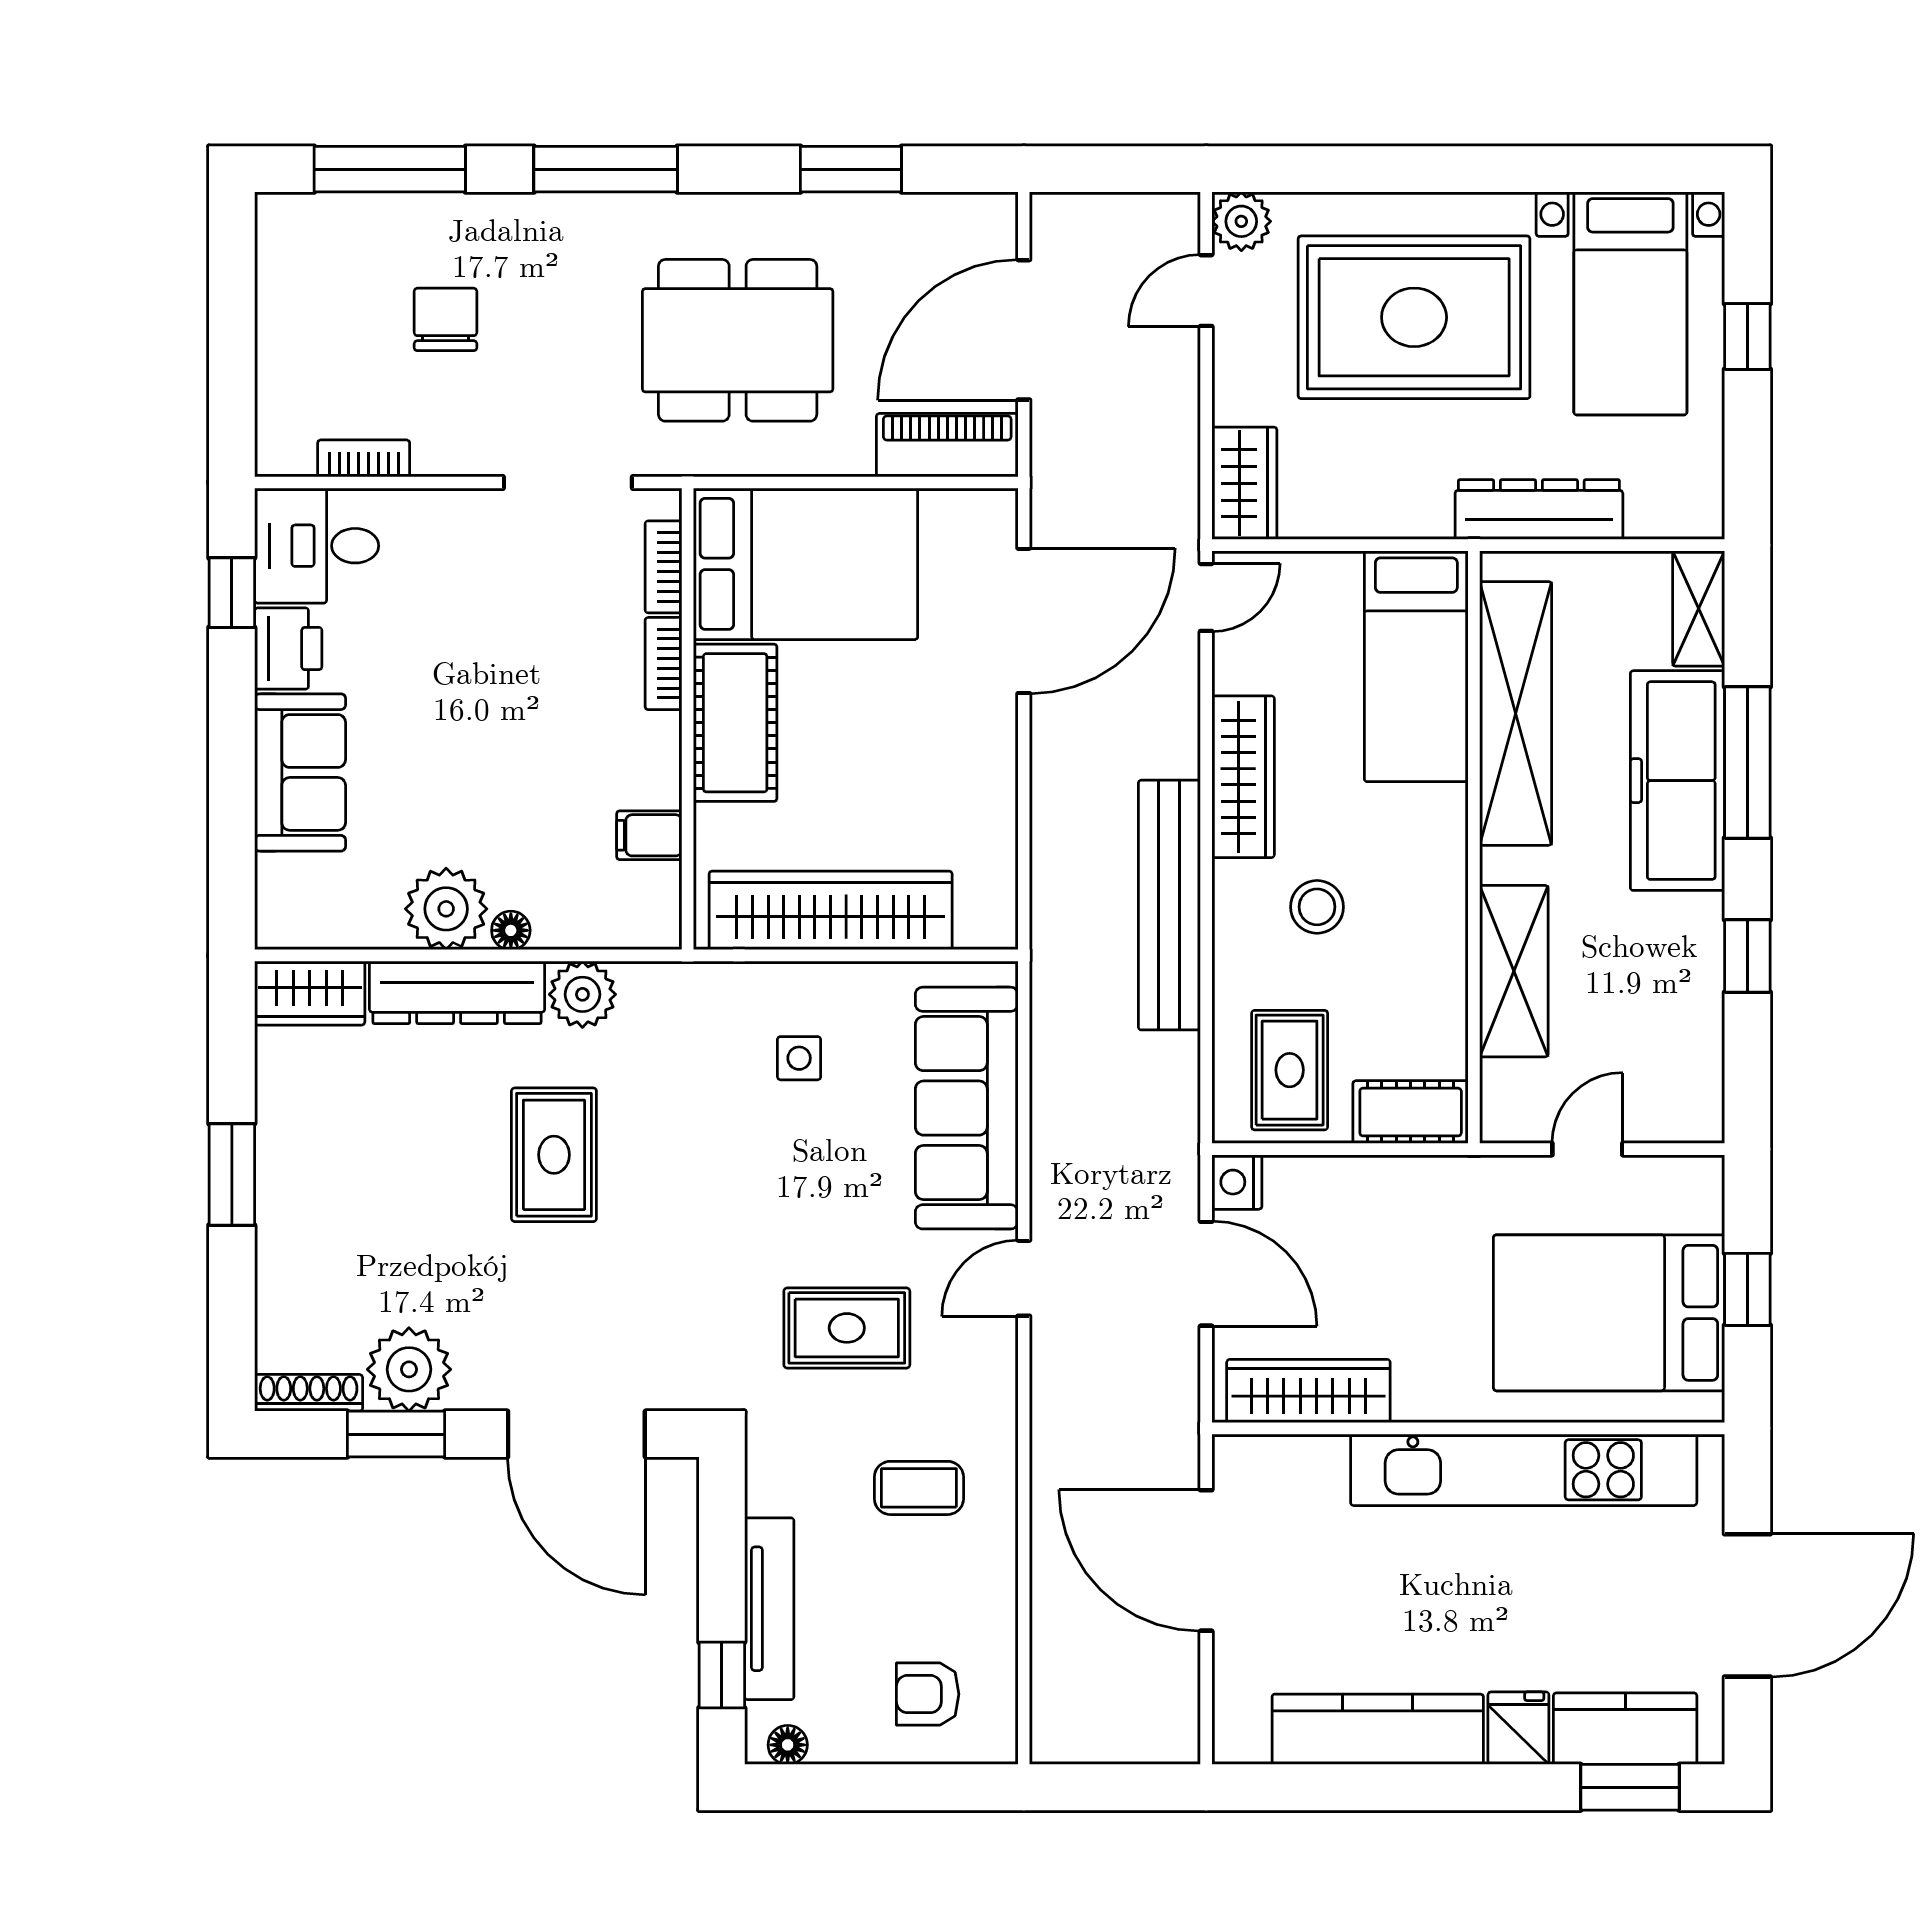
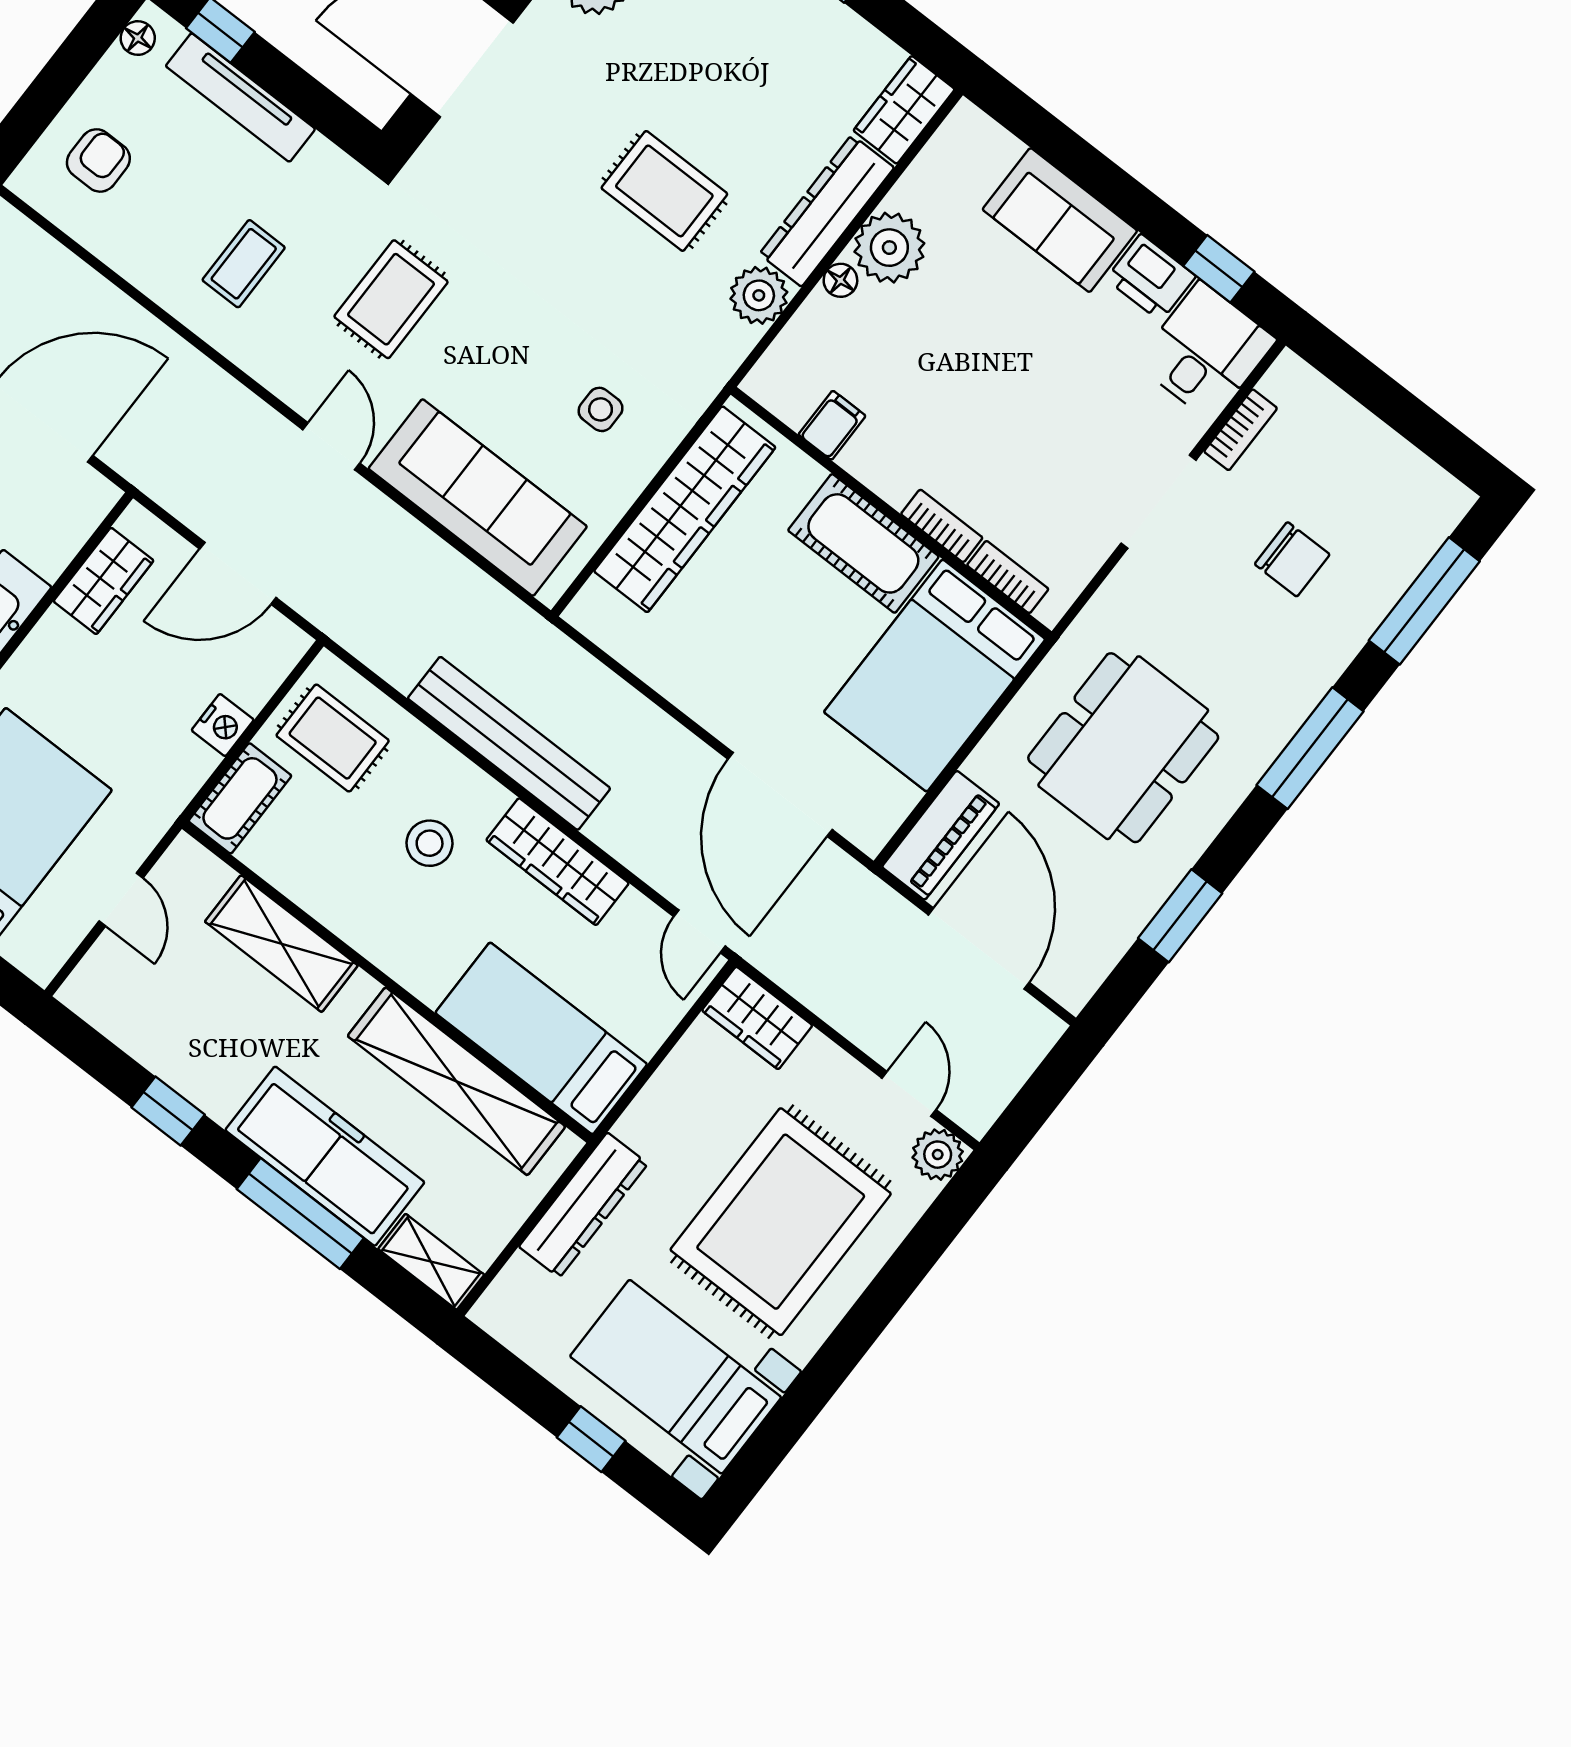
doorway: (568, 482) -> (1159, 502), moved
nightstand: (1237, 1182) -> (223, 725), moved, turned 90
wardrobe: (1308, 1391) -> (104, 581), width x0.67

